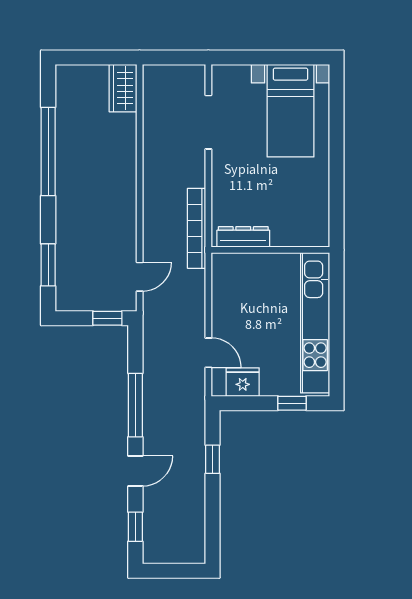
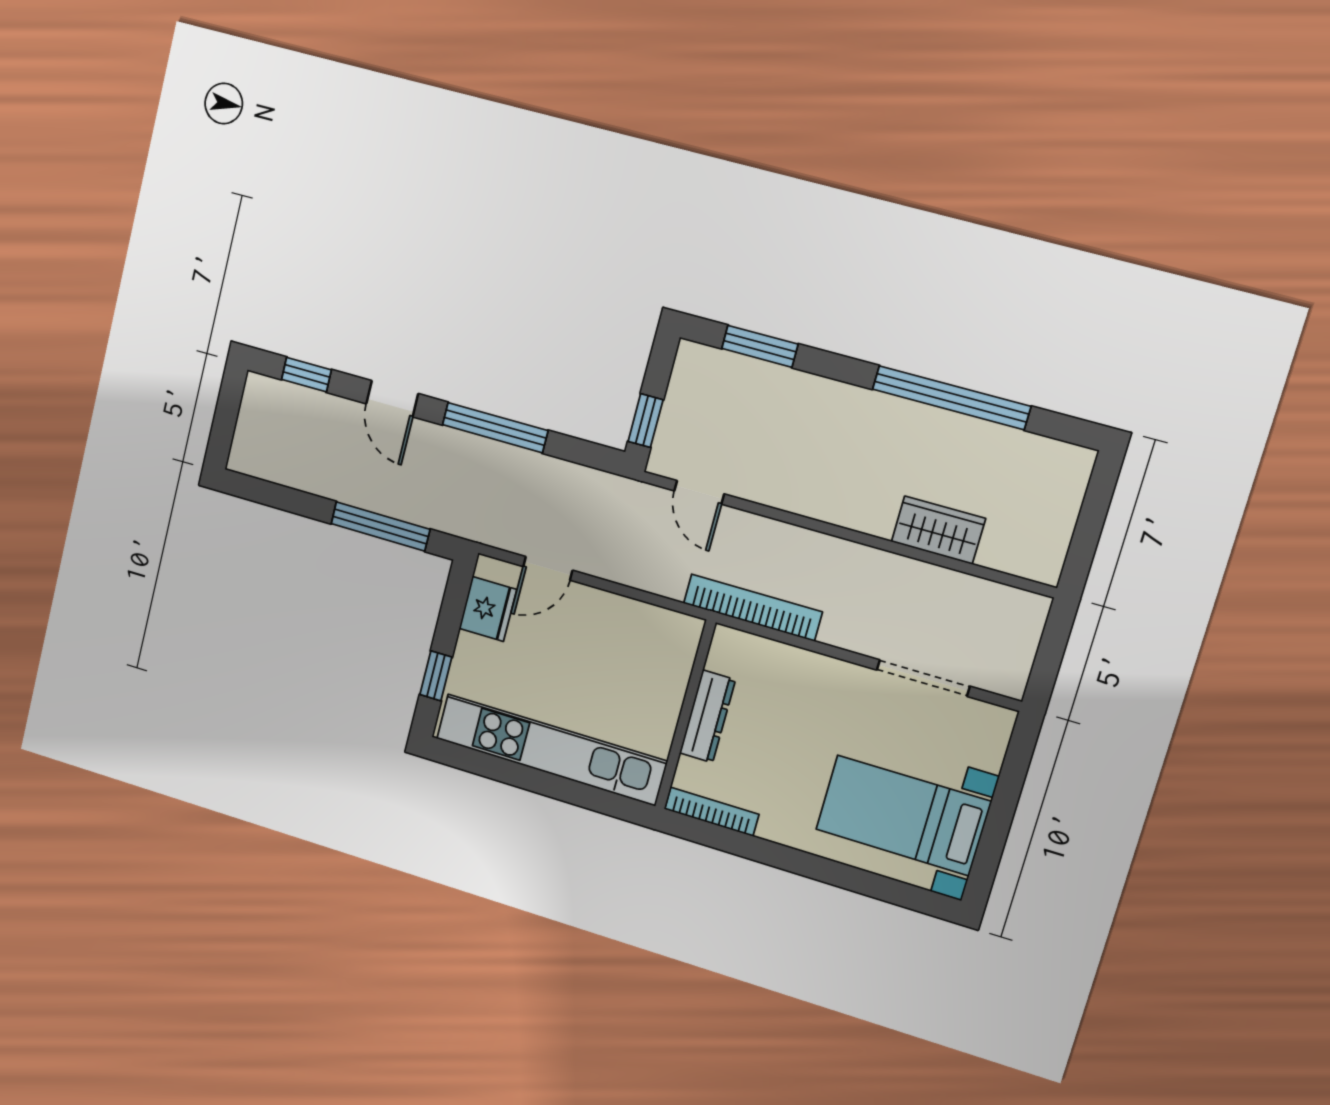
wardrobe: (123, 88) -> (938, 530), moved
bookcase: (323, 219) -> (712, 812), added
dresser: (243, 237) -> (708, 716), moved
window: (213, 459) -> (380, 526), width x2.17

